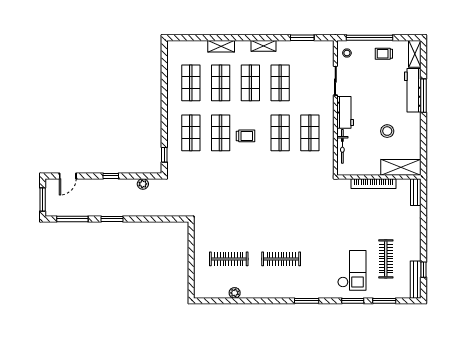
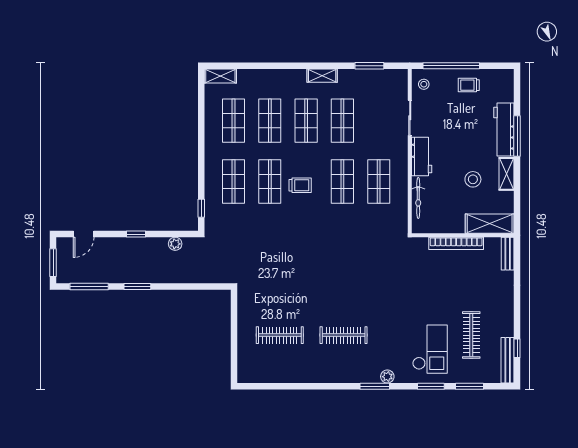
shelving: (221, 46) -> (220, 76), moved
shelving: (415, 54) -> (507, 174), moved
plant: (235, 293) -> (387, 377), moved

